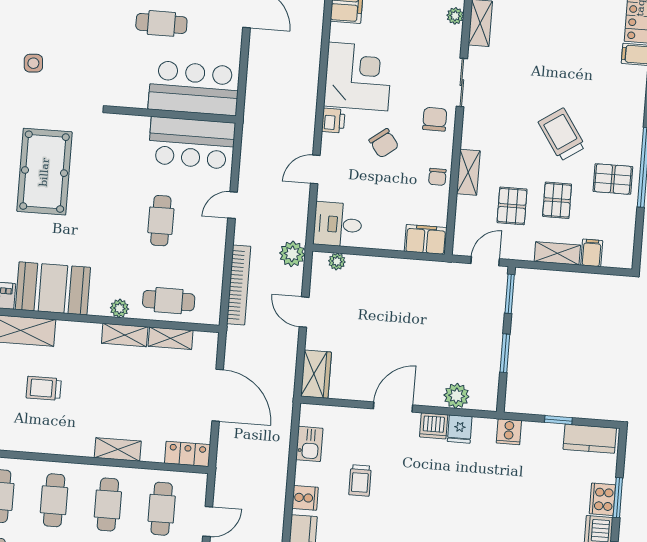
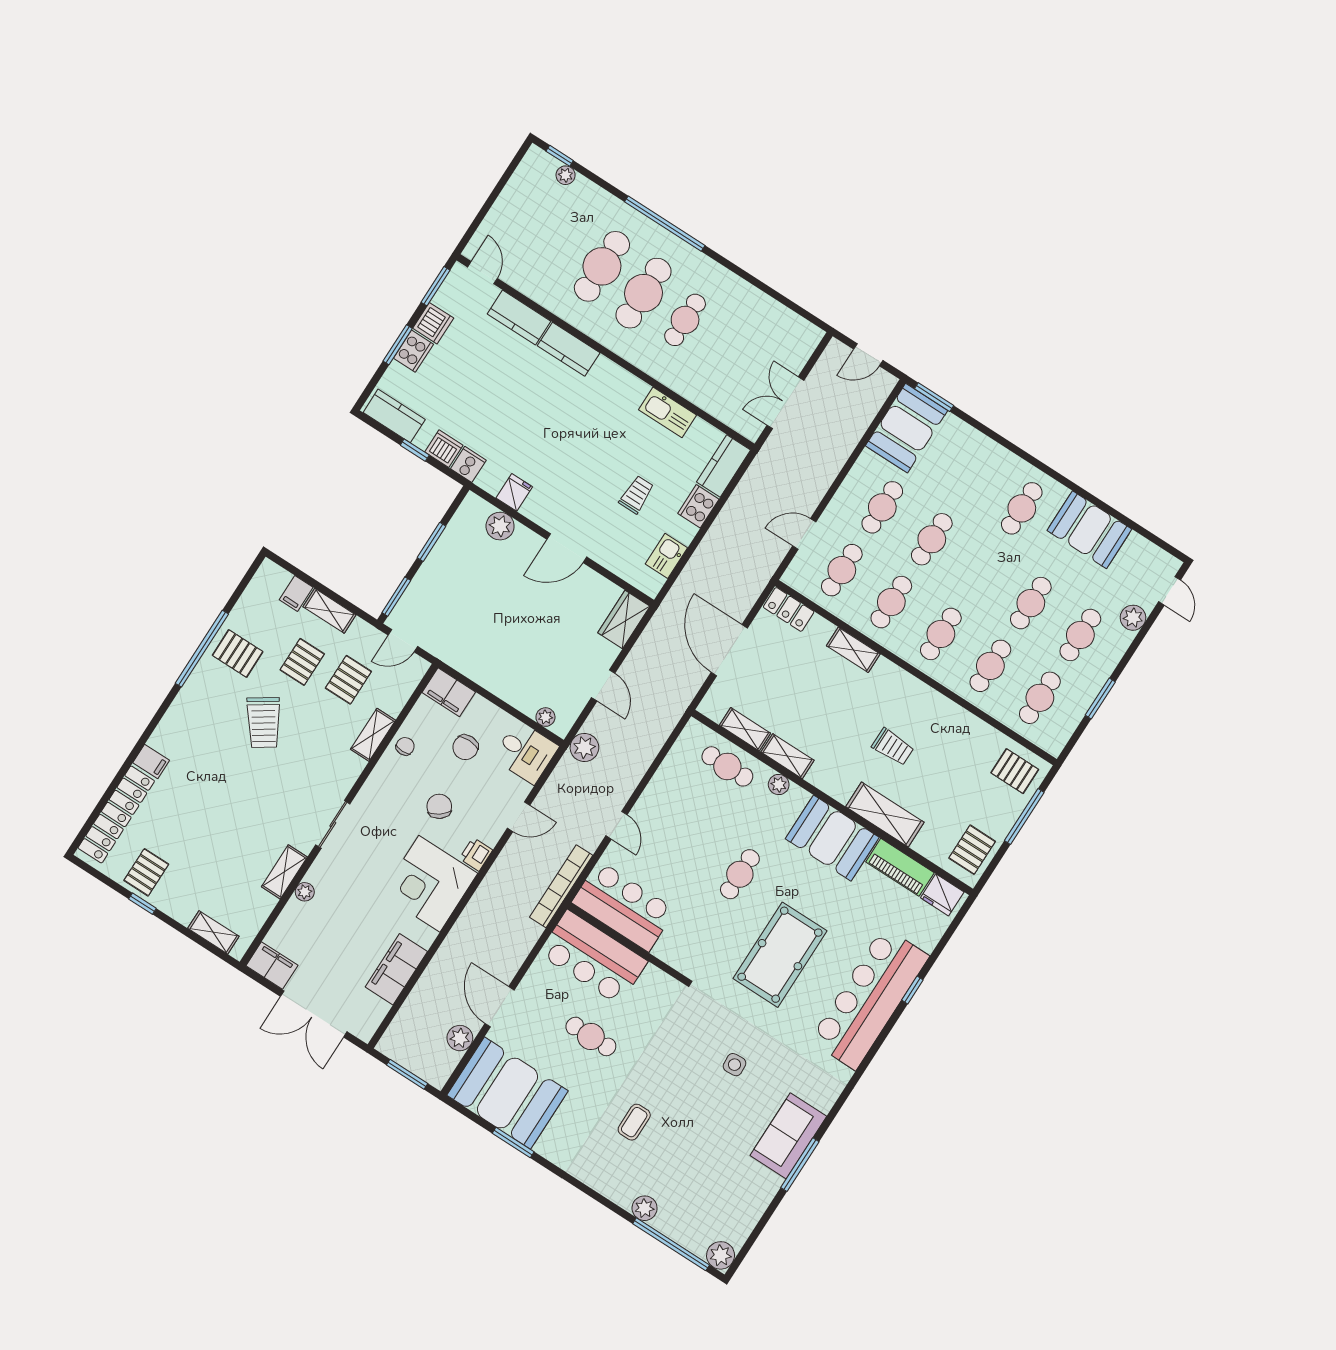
chair: (435, 119) -> (465, 747), moved
door: (233, 205) -> (617, 825), hinge flipped
cafe table: (161, 221) -> (740, 874), moved
bookcase: (239, 285) -> (561, 886), moved
dishwasher: (434, 426) -> (444, 449), moved
cooker: (305, 498) -> (698, 506), width x1.36

